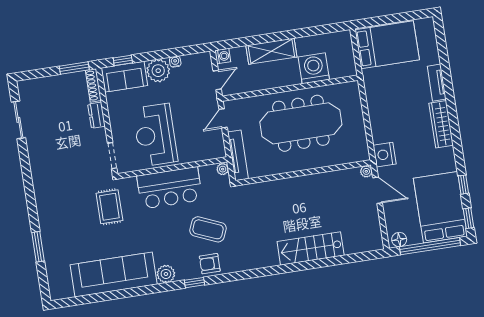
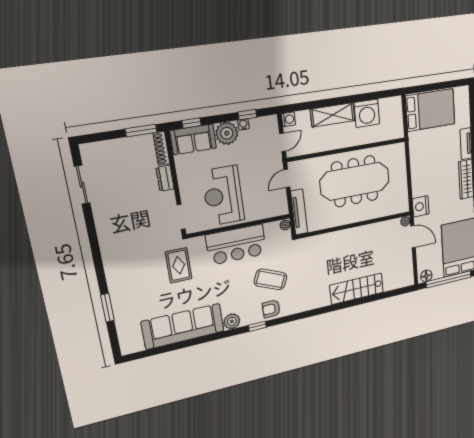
window: (179, 52) -> (247, 115), added
washing machine: (314, 68) -> (367, 113), moved, turned 180

